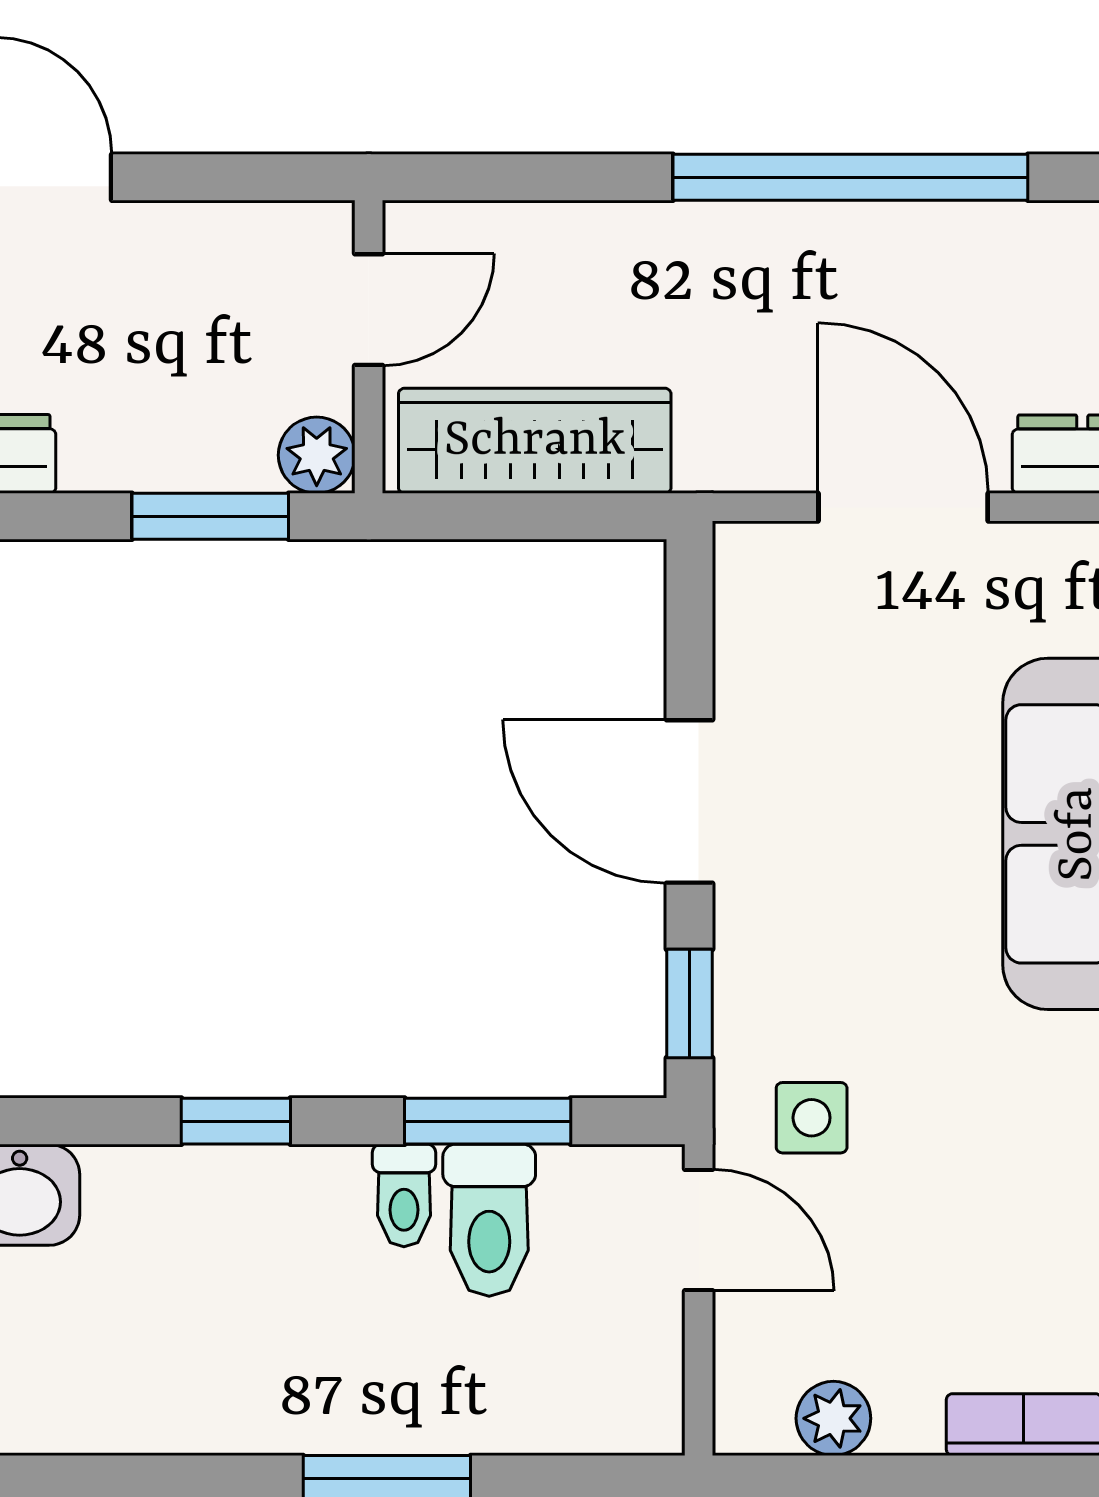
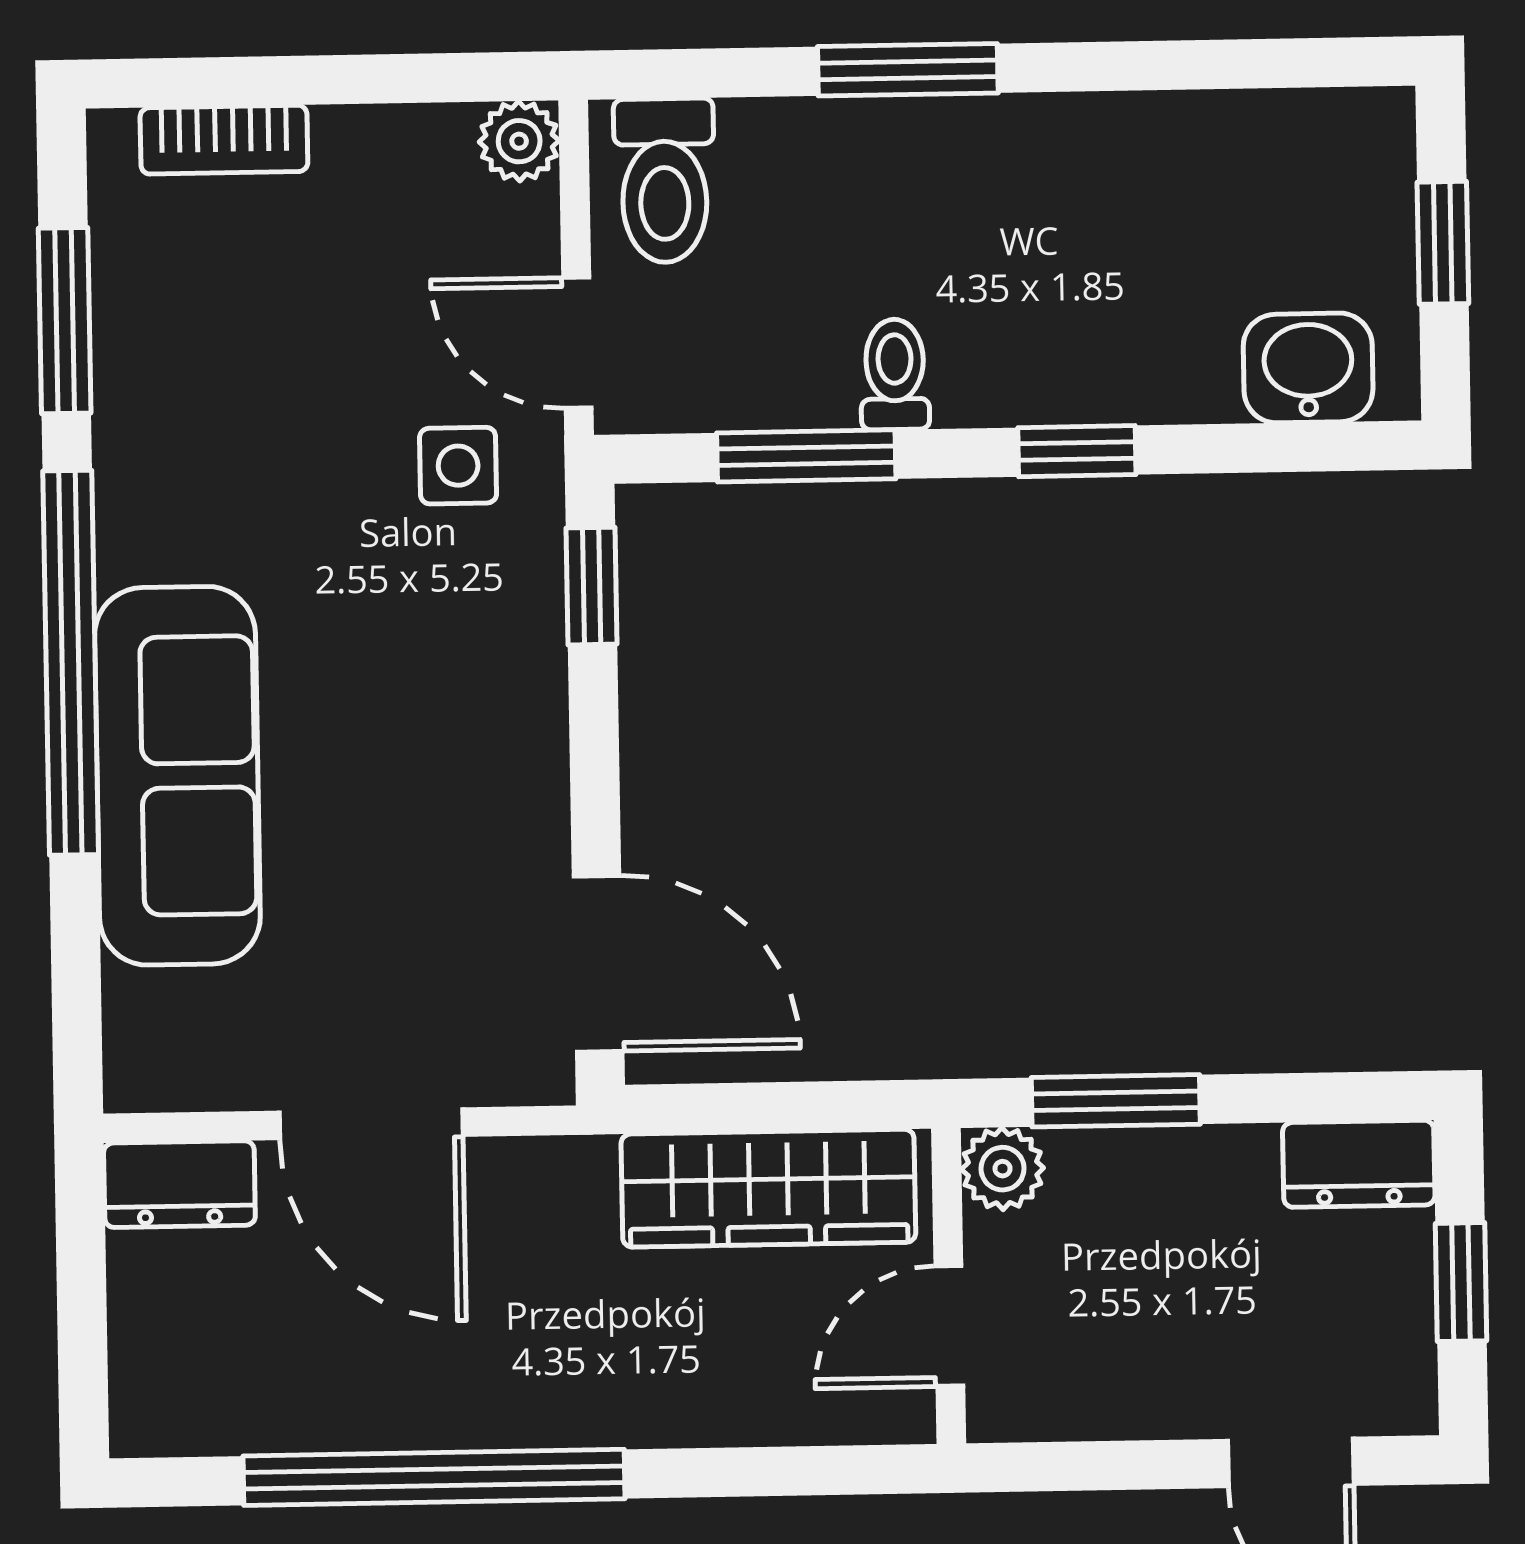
door: (689, 802) -> (598, 964), moved
toilet: (489, 1220) -> (664, 181), moved, turned 180
plant: (833, 1418) -> (519, 141), moved

